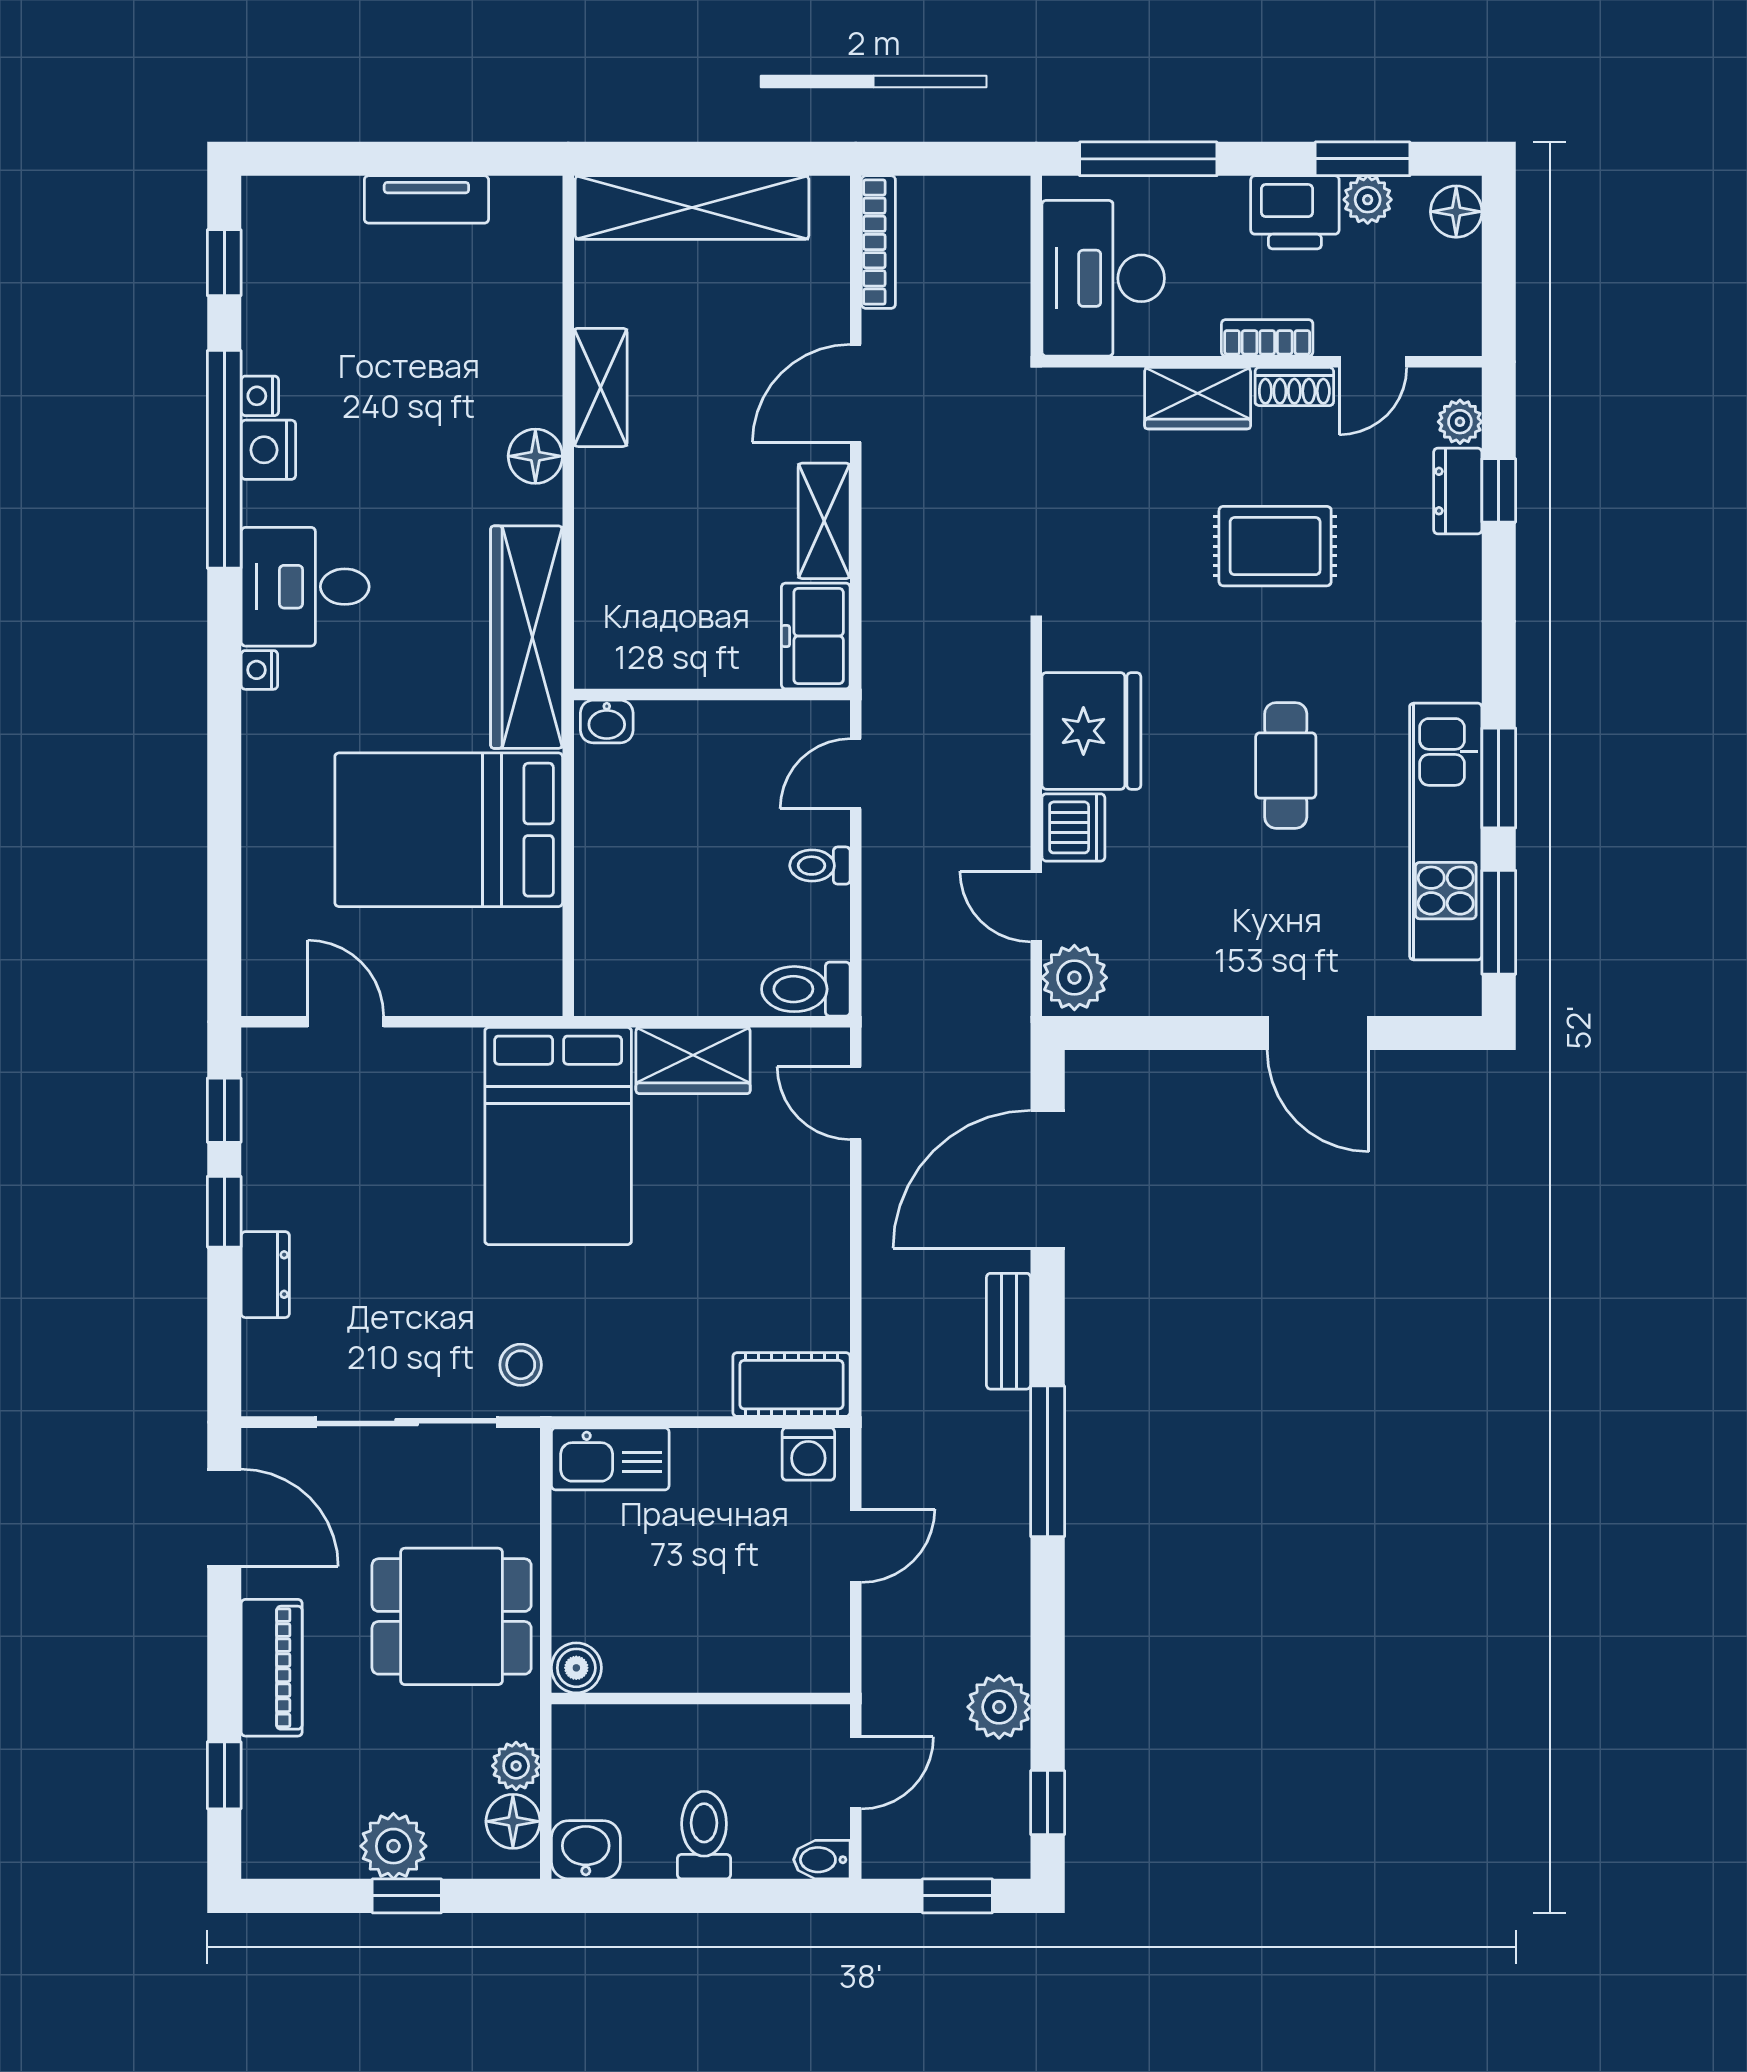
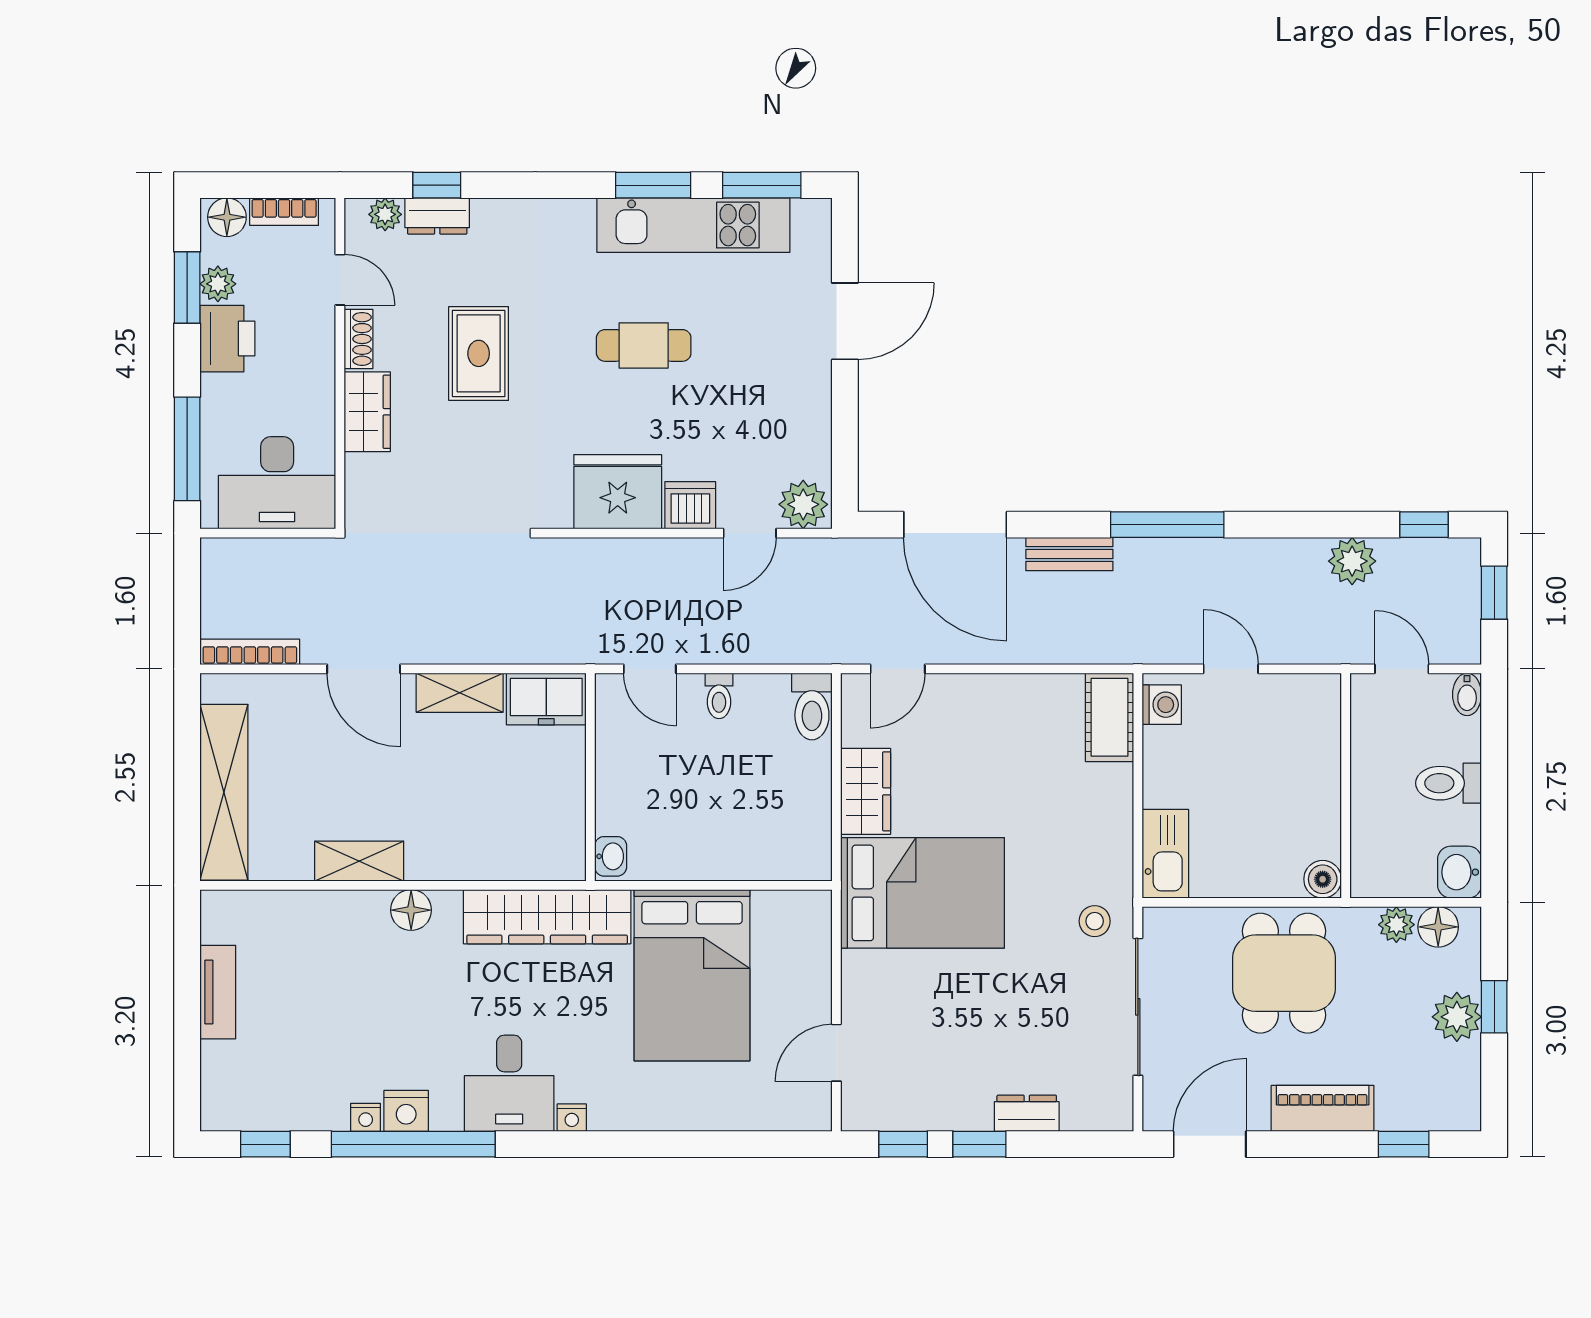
bookcase: (1267, 338) -> (284, 212), moved, turned -90

